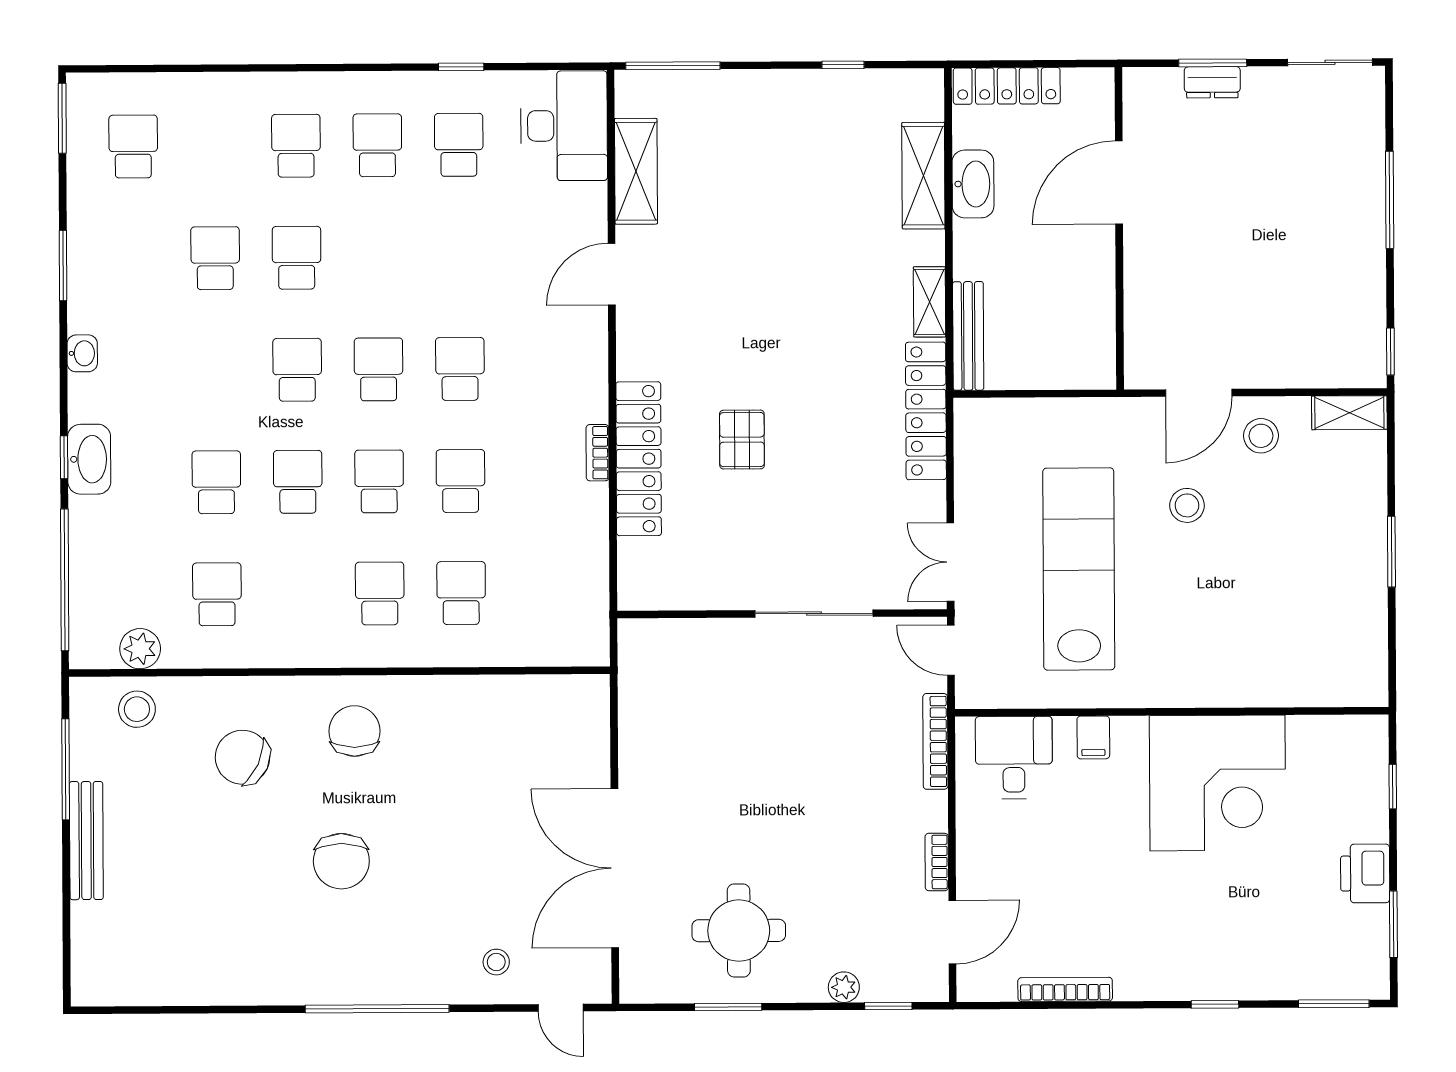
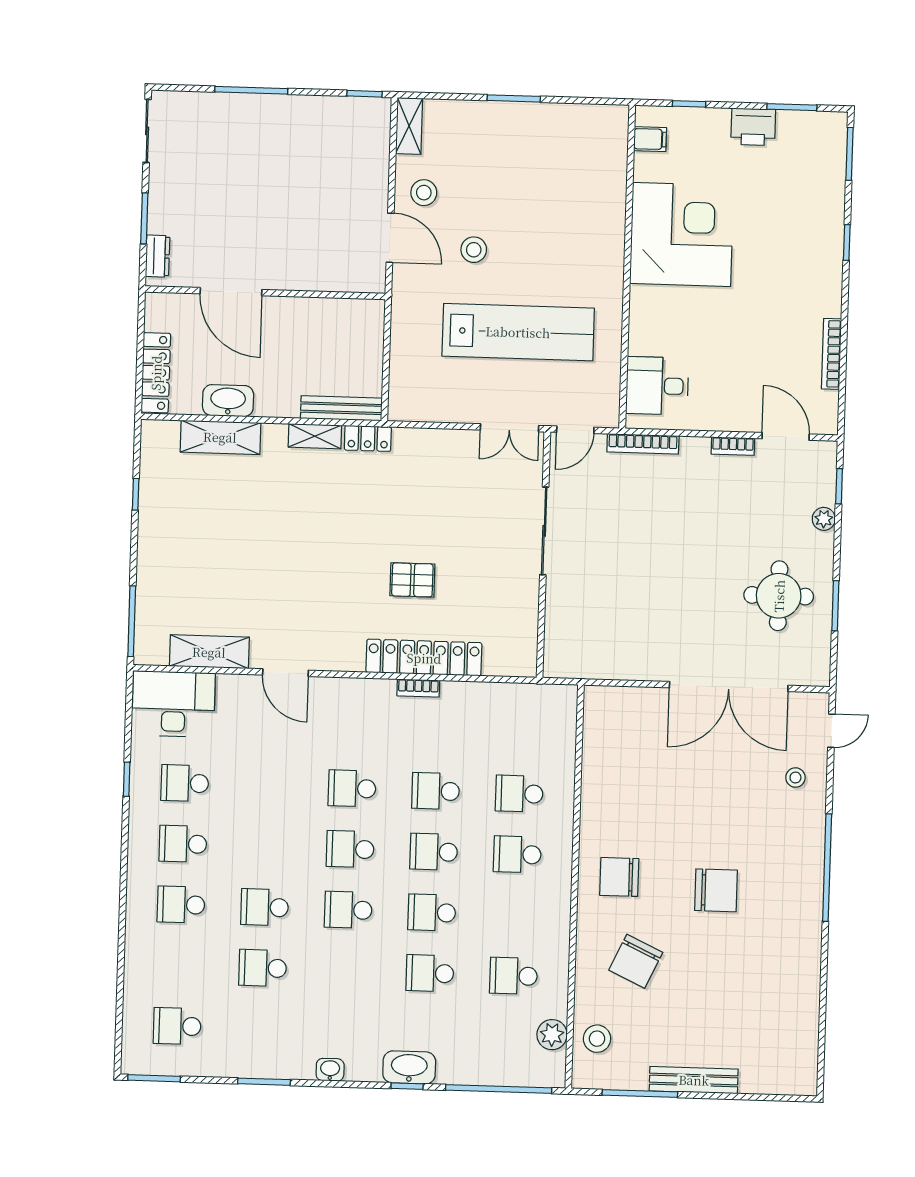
dresser: (1212, 82) -> (158, 256), moved
locker: (926, 411) -> (368, 438), width x0.46, depth x0.83
lab bench: (1079, 569) -> (518, 332), turned 180
filing cabinet: (1093, 737) -> (650, 139), moved

